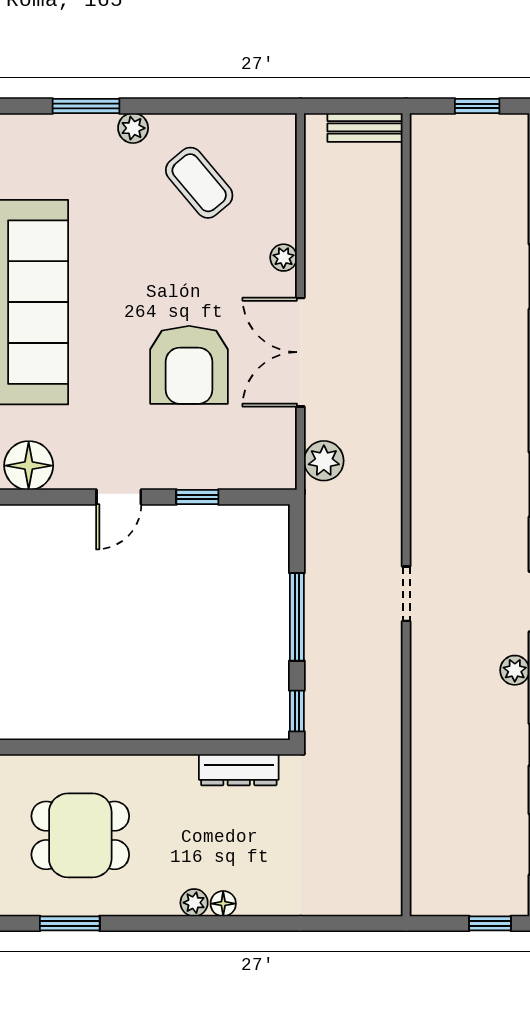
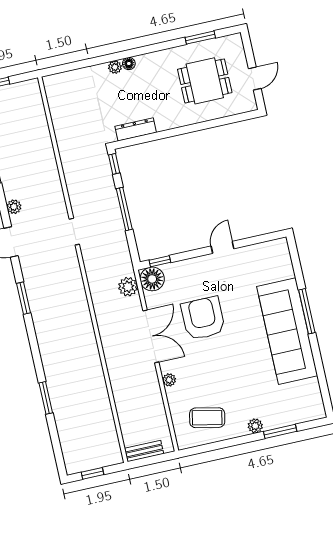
coffee table: (199, 183) -> (207, 418), moved, turned -38
floor lamp: (29, 466) -> (152, 279), moved
window: (197, 497) -> (160, 261), moved
plant: (194, 903) -> (115, 67), moved

